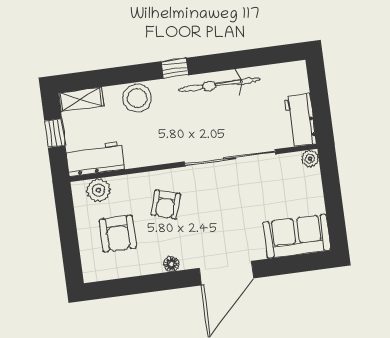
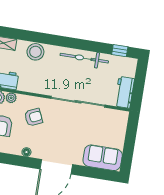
window: (175, 68) -> (120, 51), moved
plant: (310, 159) -> (11, 98), moved
armchair: (166, 205) -> (33, 117), turned -132

